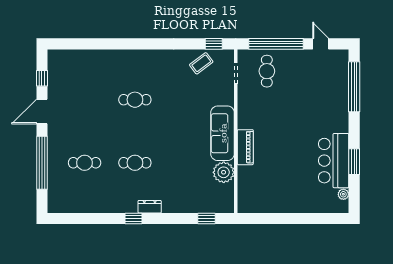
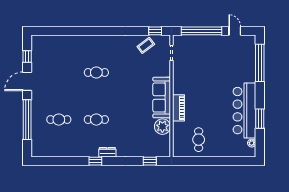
cafe table: (267, 71) -> (199, 140), moved
bar counter: (334, 161) -> (244, 111), width x1.36

